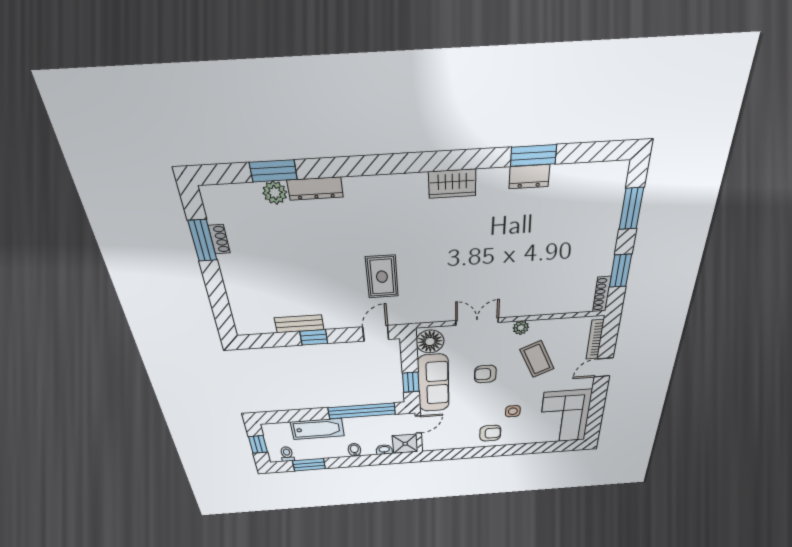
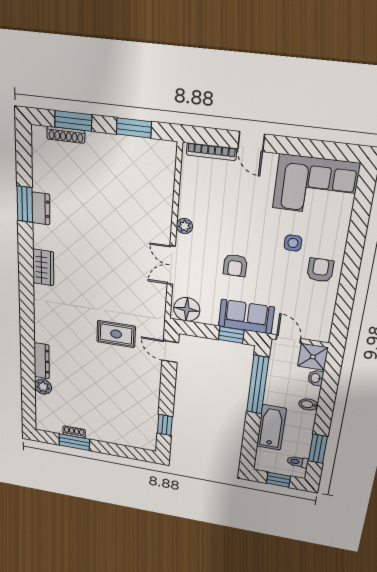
window: (273, 171) -> (28, 383), removed
shoe rack: (602, 294) -> (66, 135), moved
bench: (299, 324) -> (152, 406), removed
window: (314, 337) -> (165, 425), moved
coffee table: (537, 359) -> (226, 213), removed
sofa: (433, 383) -> (246, 317), width x0.73

